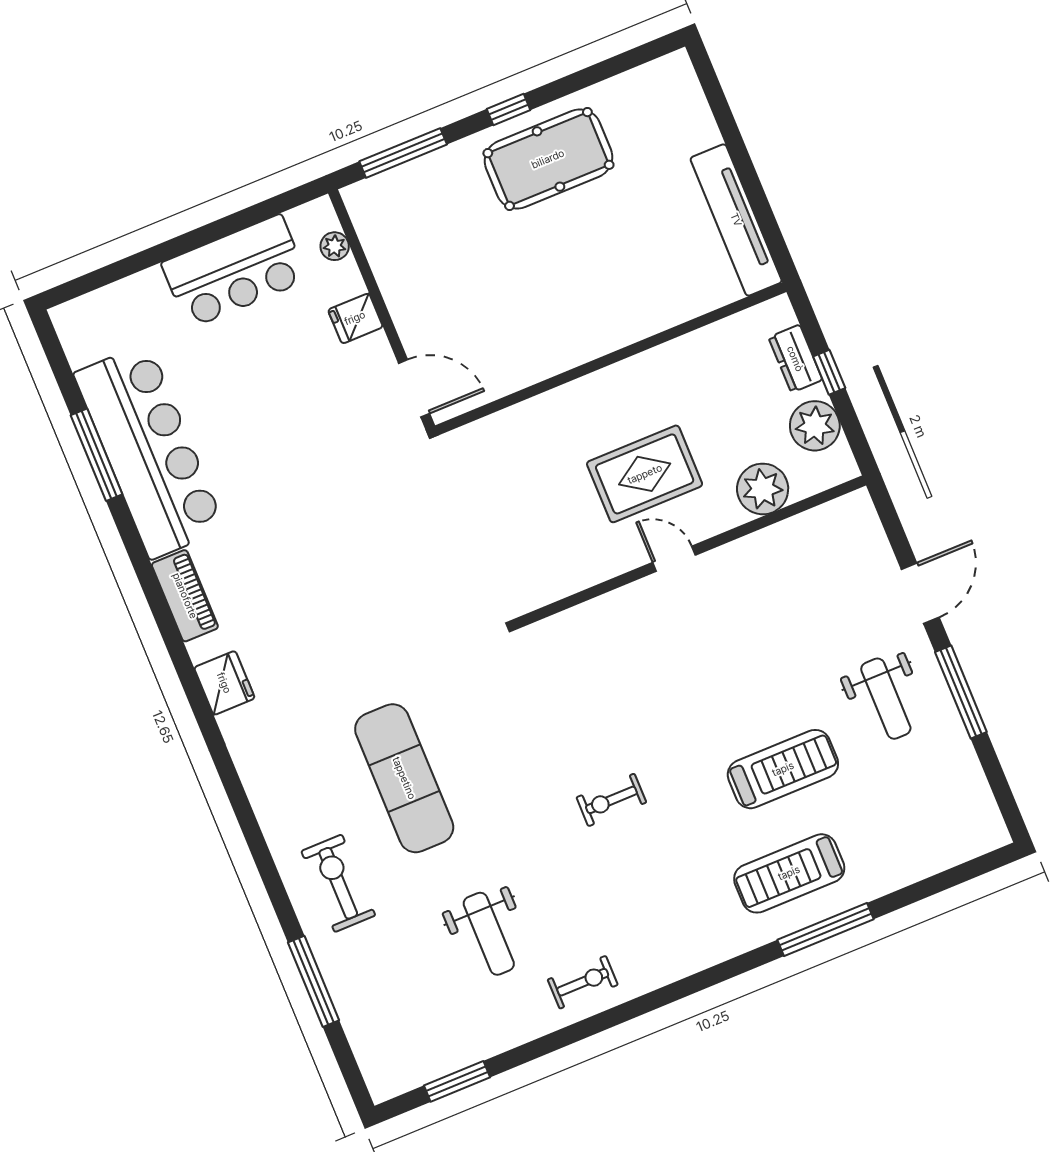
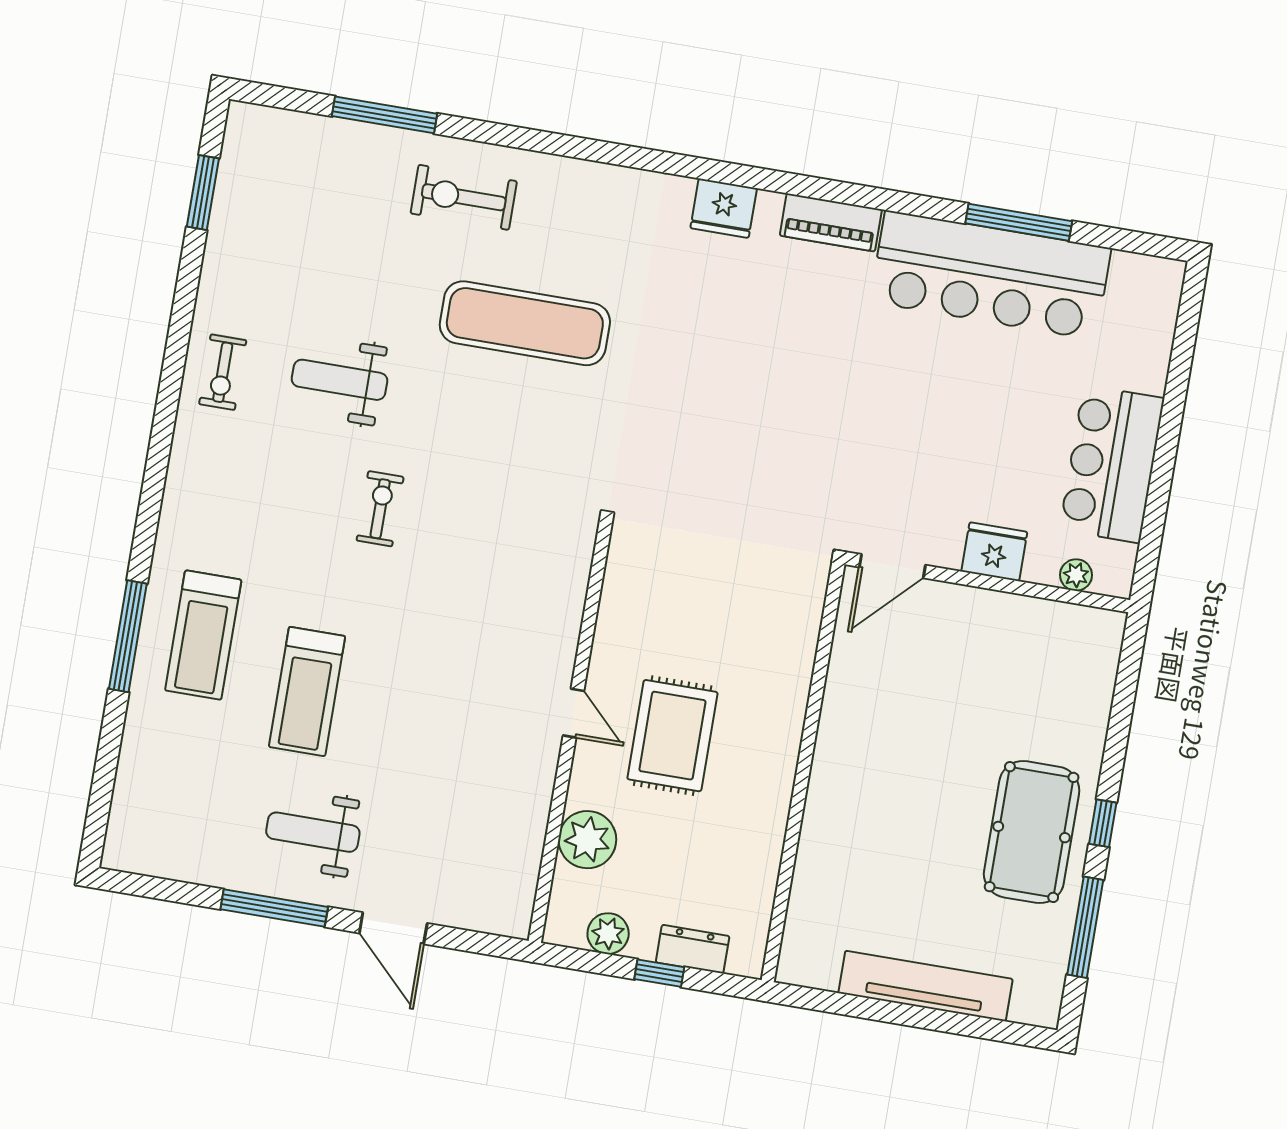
window: (403, 153) -> (1085, 927), moved
tv unit: (736, 220) -> (925, 986), moved
fridge: (355, 318) -> (994, 552), width x1.38
plant: (815, 426) -> (608, 934), width x0.73, depth x0.73
door: (674, 559) -> (574, 713), hinge flipped
treadmill: (789, 873) -> (203, 635), turned 180
exercise bike: (338, 883) -> (464, 197), turned 180
weight bench: (489, 934) -> (339, 380), moved

